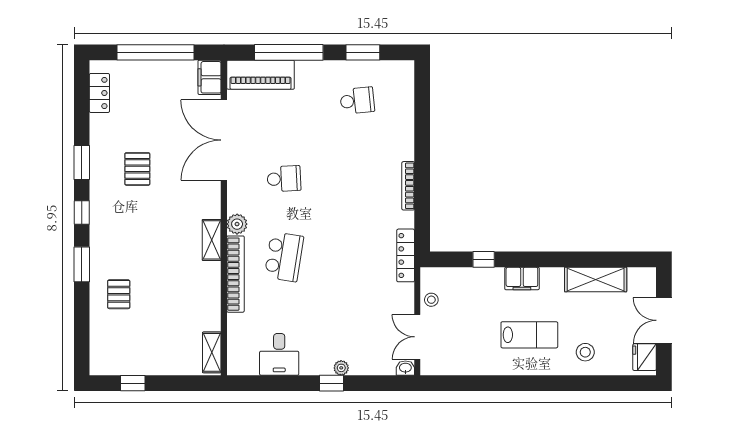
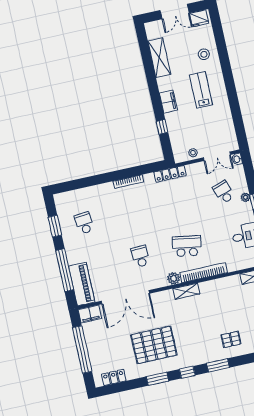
pallet: (137, 169) -> (154, 345), width x2.05, depth x2.00
school desk: (357, 335) -> (224, 192), added

